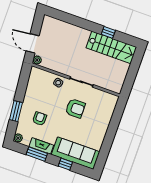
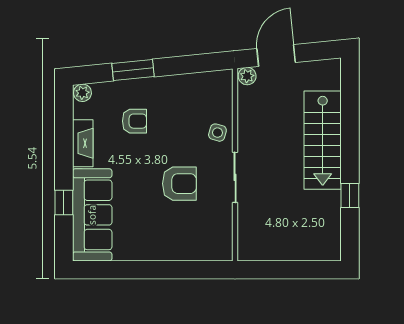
stairs: (111, 47) -> (323, 140), moved
armchair: (75, 108) -> (179, 184), turned -90
window: (37, 154) -> (64, 140), removed

